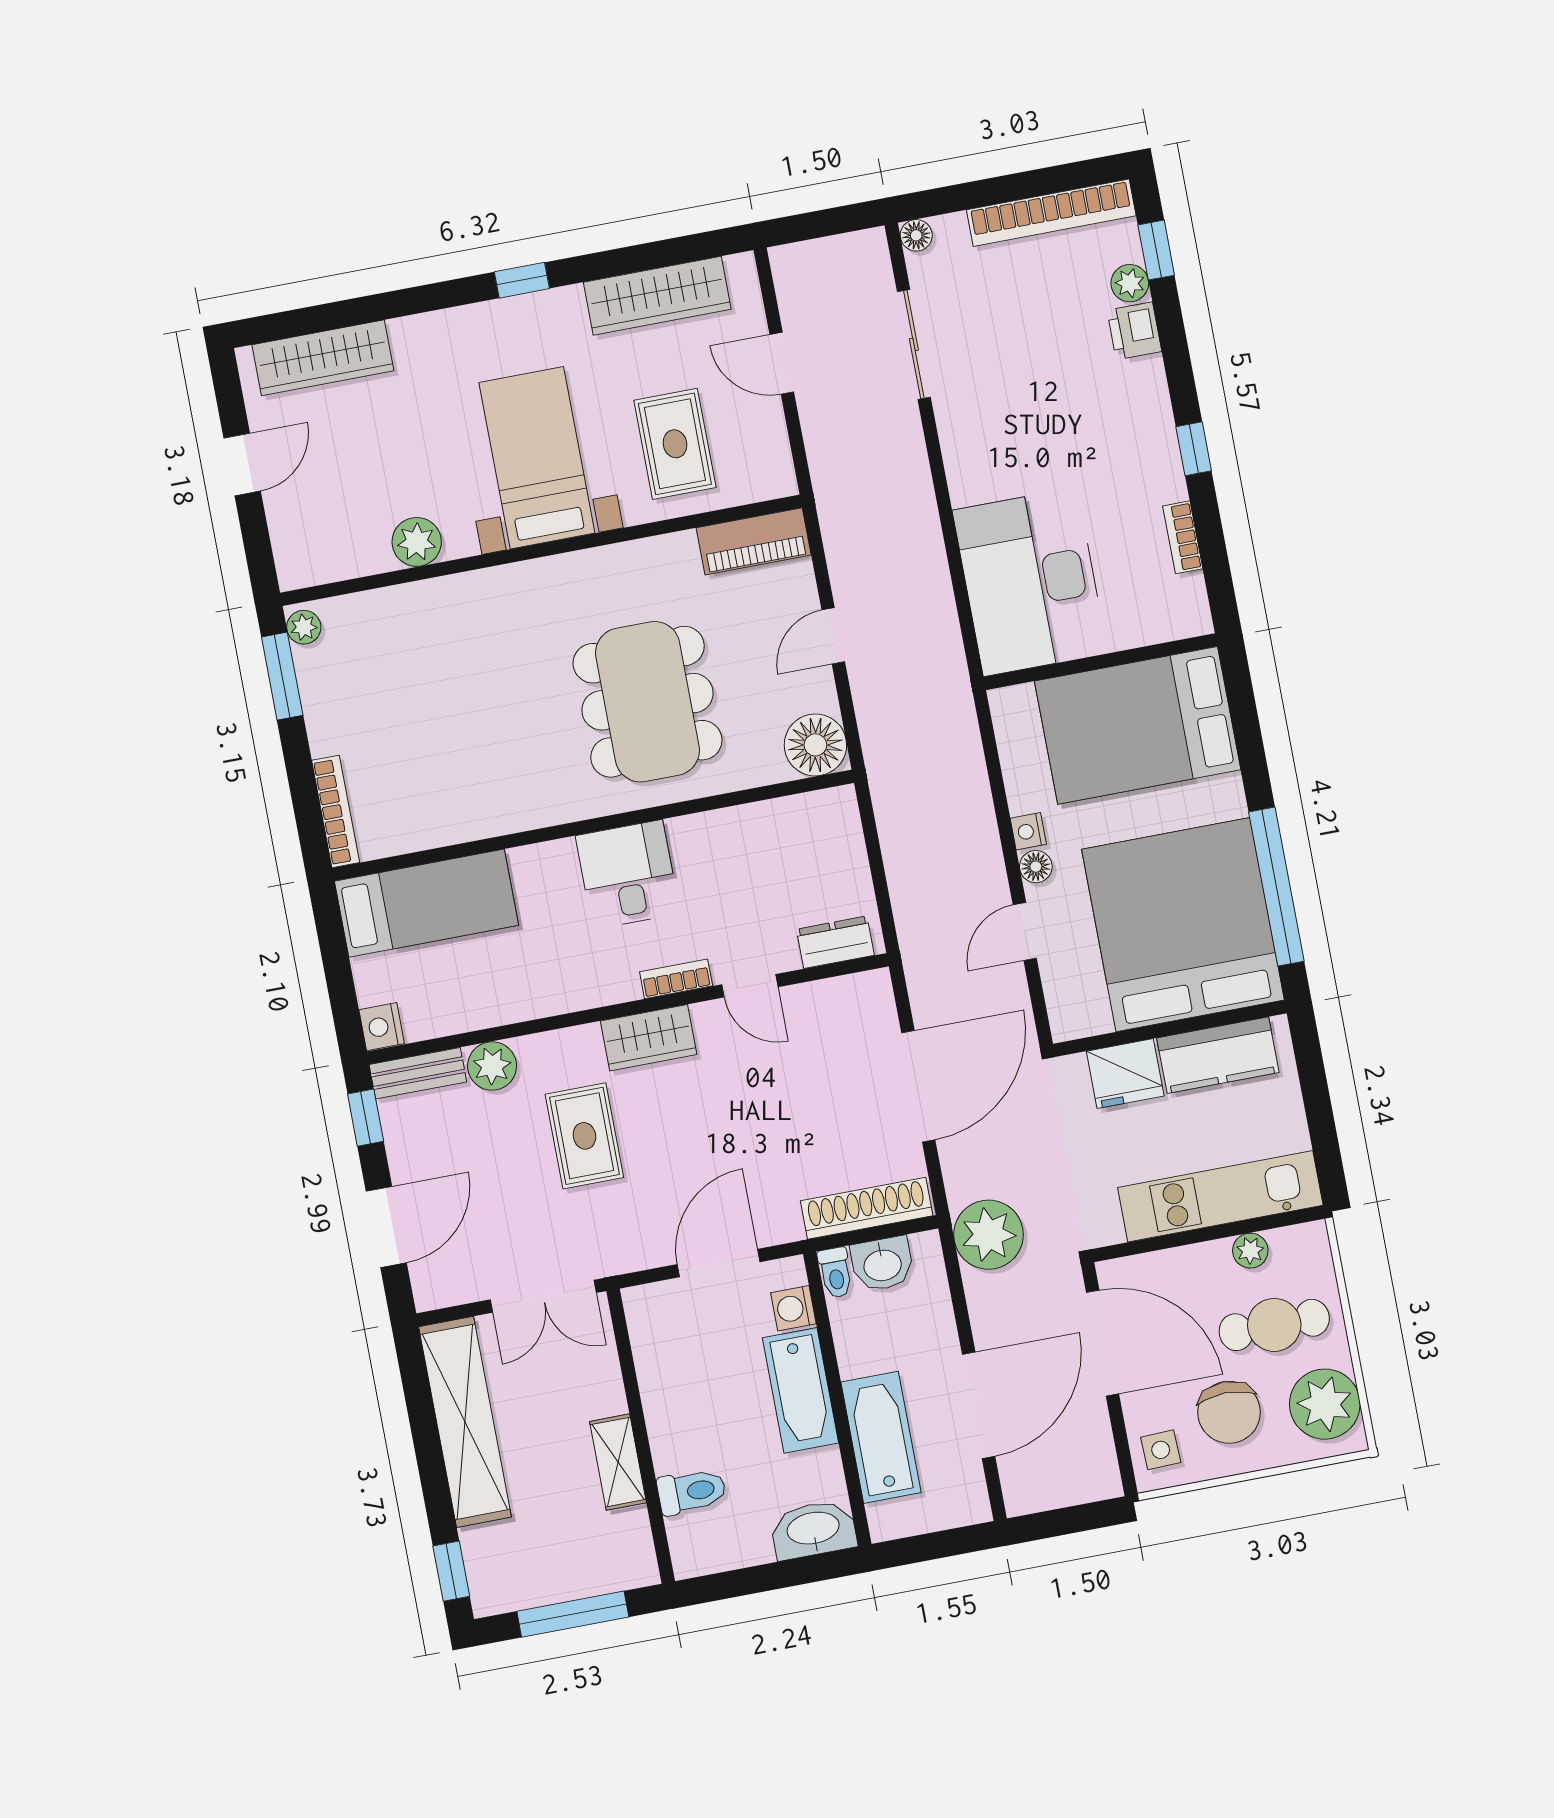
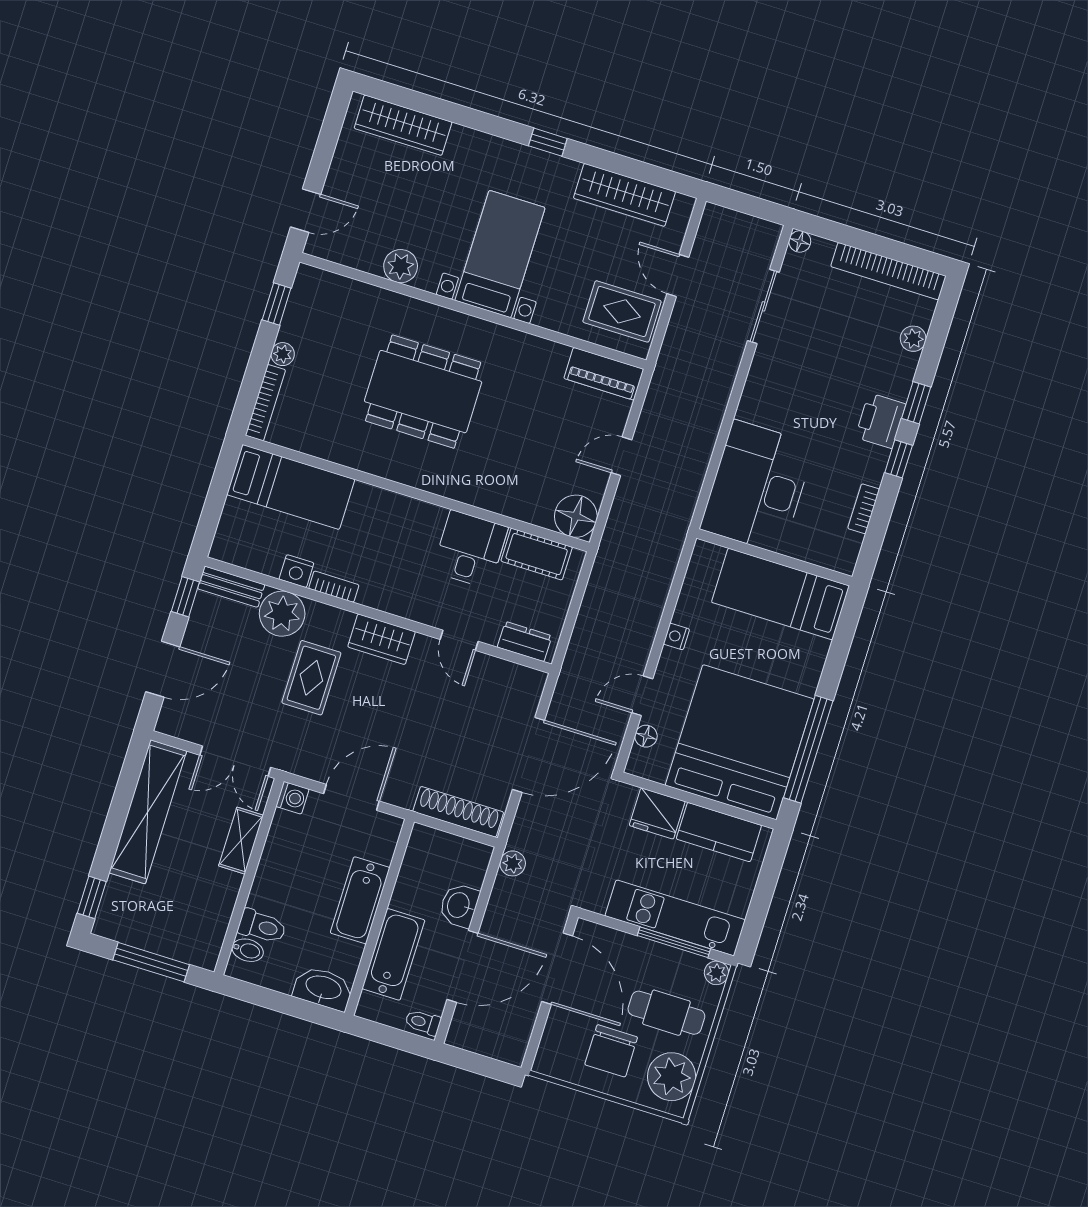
window: (1156, 250) -> (916, 403), moved
printer: (1134, 331) -> (881, 421), moved, width x1.36, depth x1.24
rug: (675, 444) -> (622, 311), moved, turned 90
door: (242, 464) -> (306, 211), moved
plant: (304, 627) -> (283, 354), moved
window: (282, 676) -> (277, 304), width x0.67
dining table: (647, 702) -> (423, 392), moved, turned 90
bed: (1138, 725) -> (780, 594), width x0.67
cot: (791, 821) -> (537, 554), added
floor lamp: (1036, 867) -> (646, 736), moved
desk: (628, 874) -> (470, 549), moved
bookcase: (676, 979) -> (334, 587), moved
nightstand: (382, 1027) -> (296, 571), moved, turned -90
plant: (492, 1066) -> (282, 614), width x1.36, depth x1.36
window: (1235, 1229) -> (674, 942), added
plant: (988, 1235) -> (513, 863), width x0.53, depth x0.53
plant: (1250, 1251) -> (716, 973), moved
washbasin: (882, 1264) -> (459, 905), moved, turned 90
toilet: (835, 1273) -> (423, 1022), moved, turned 90
washing machine: (793, 1308) -> (292, 798), moved, turned 180
side table: (1161, 1450) -> (558, 1052), removed
shelving: (618, 1462) -> (241, 841), moved
bidet: (689, 1532) -> (248, 950), added

